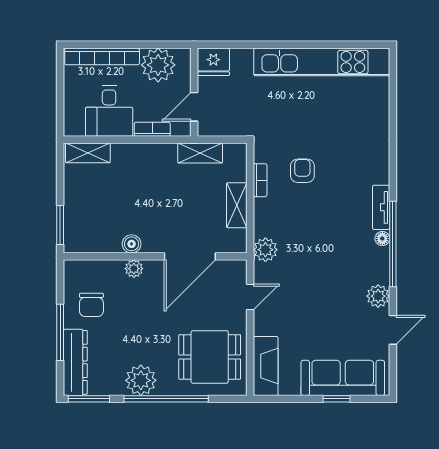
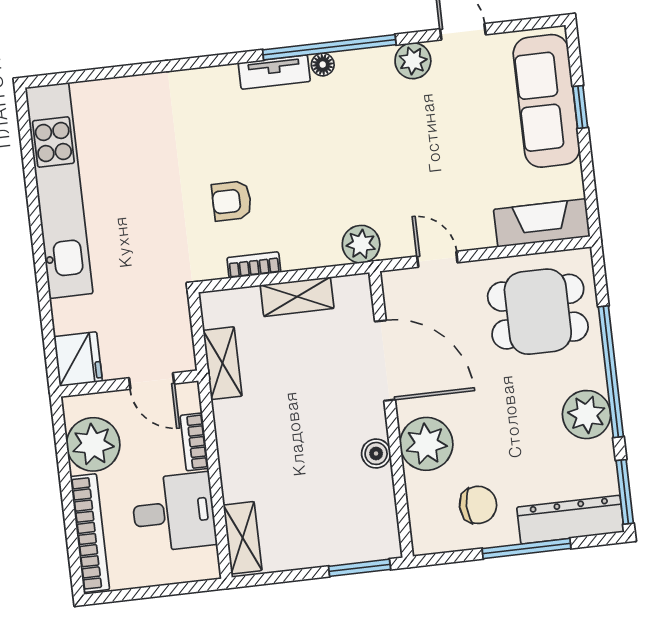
plant: (134, 269) -> (426, 444), width x1.88, depth x1.88
dining table: (210, 357) -> (538, 312), turned 90

